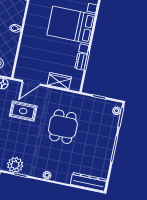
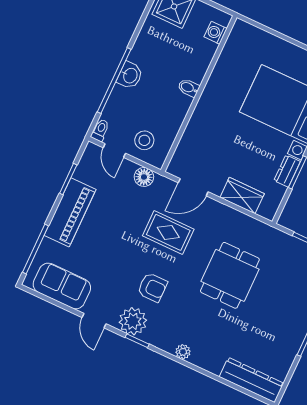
armchair: (22, 144) -> (152, 287), added

